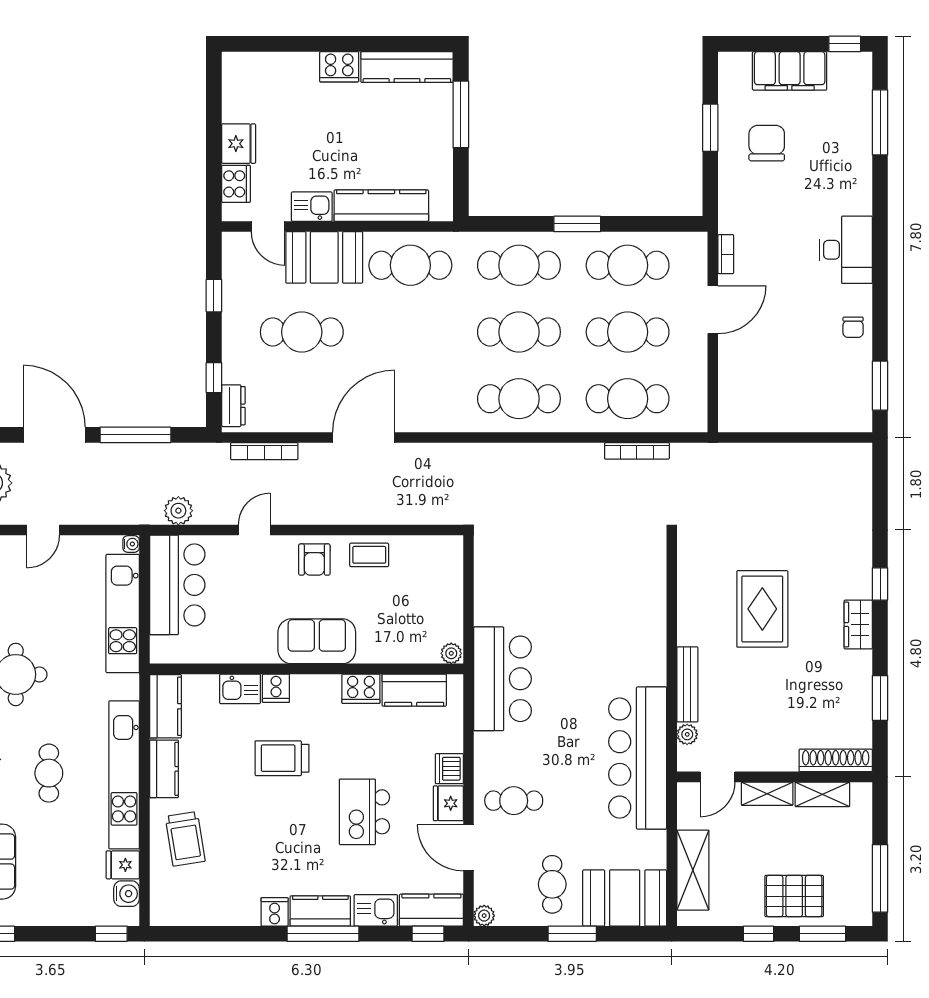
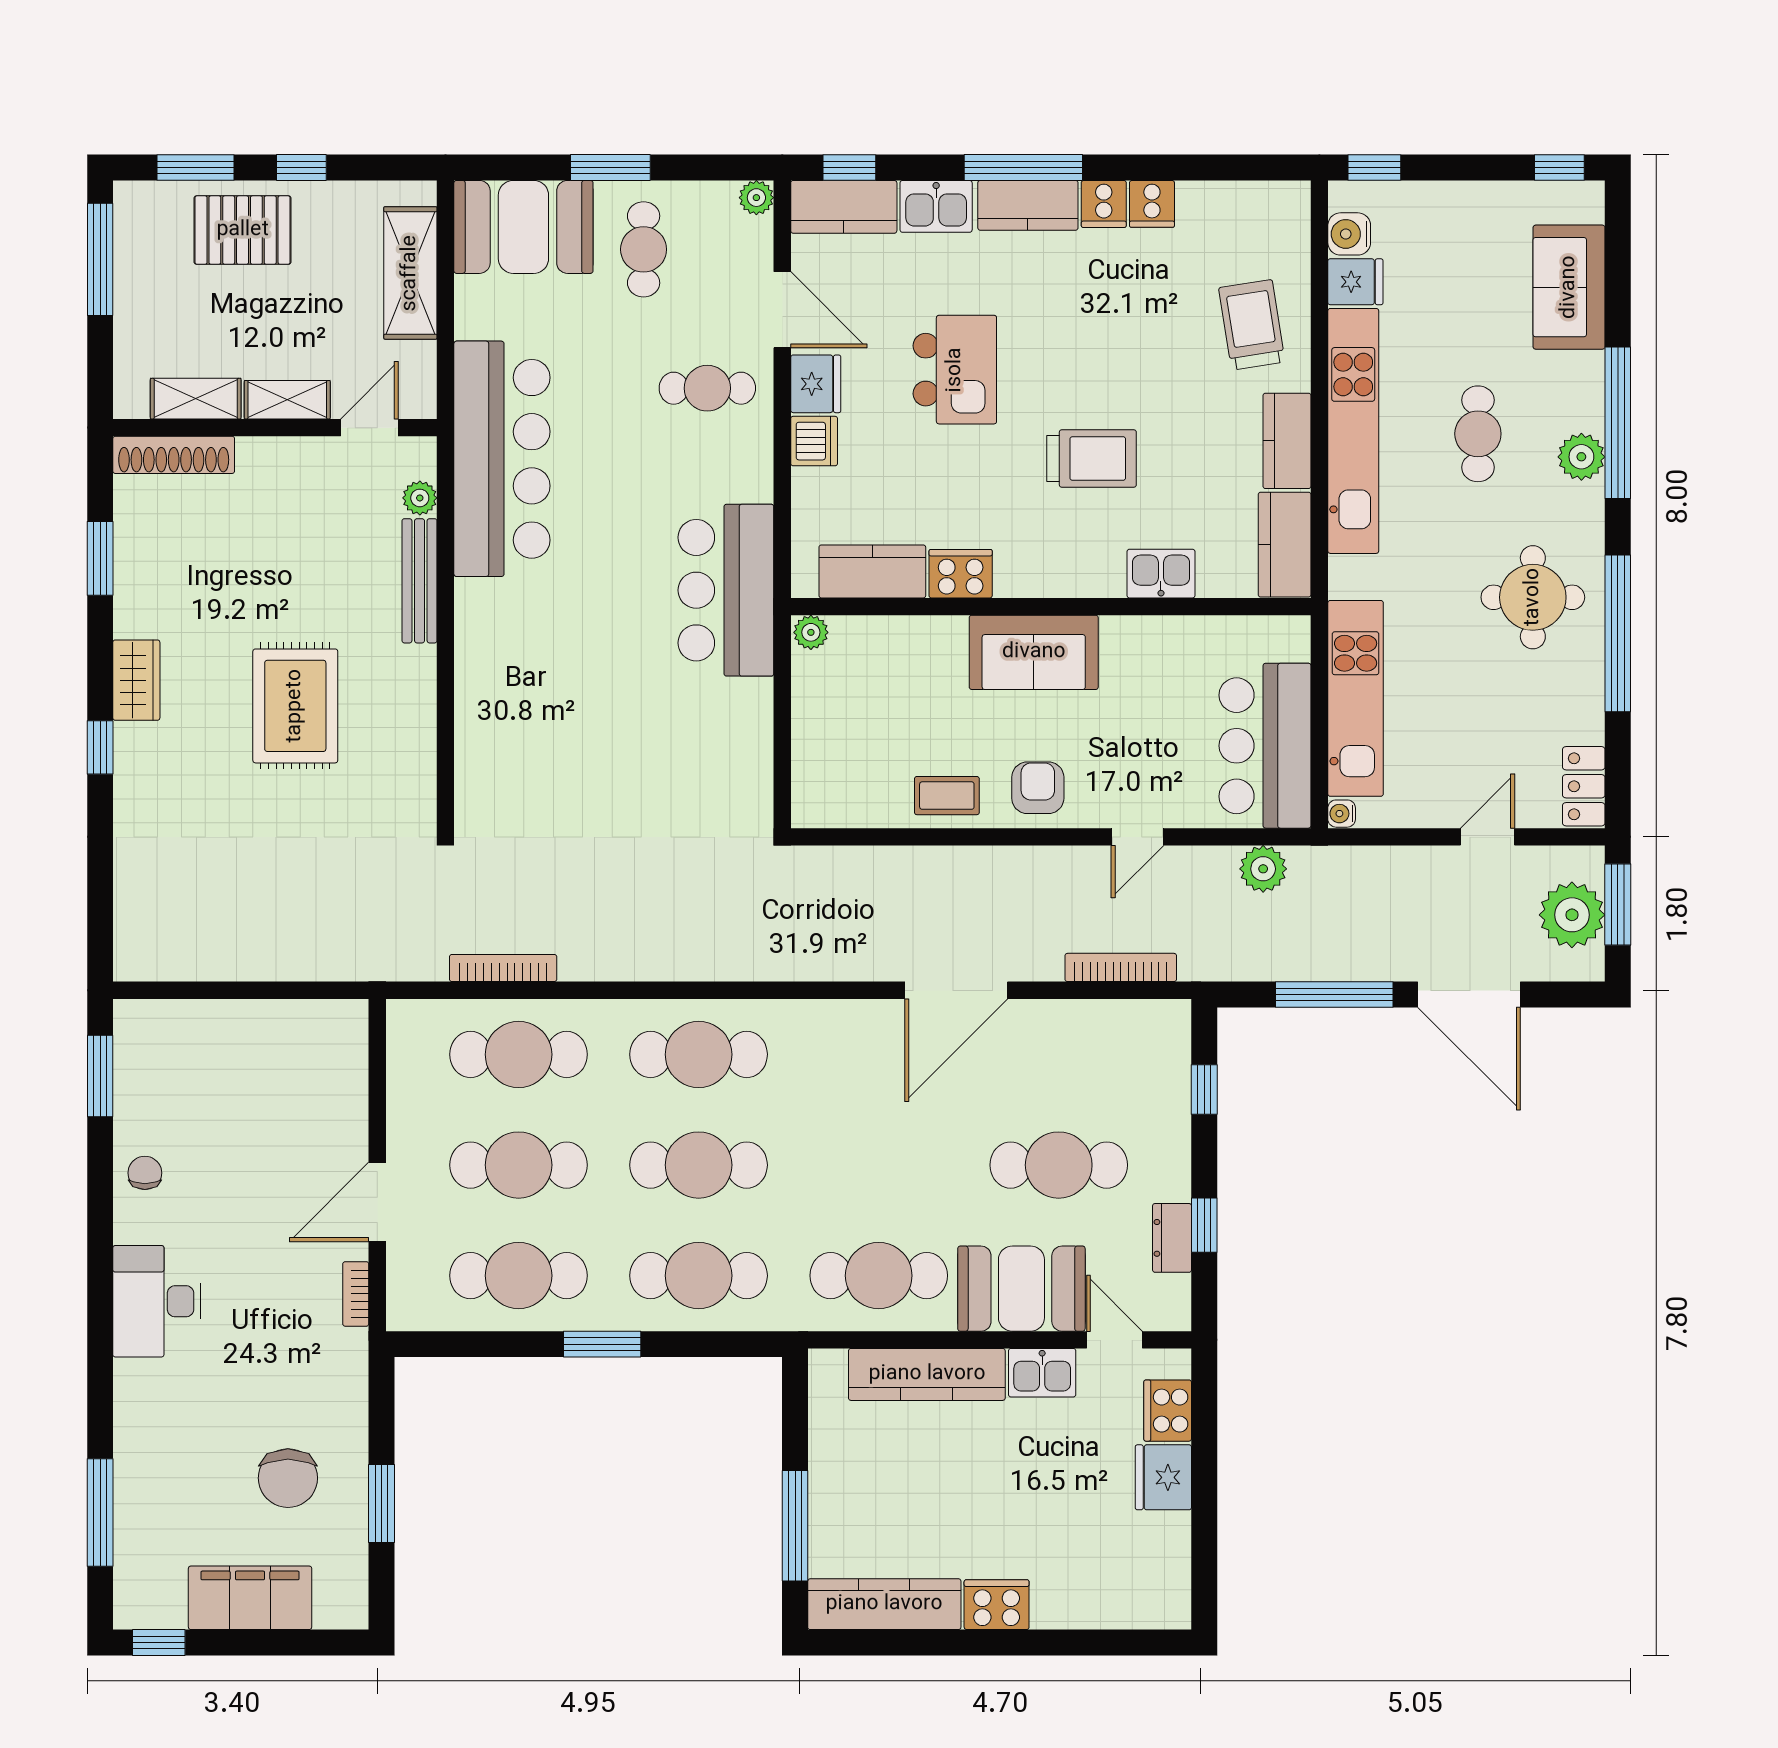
dresser: (233, 406) -> (1172, 1238), moved
cooker: (276, 688) -> (1152, 204), moved, turned 180

